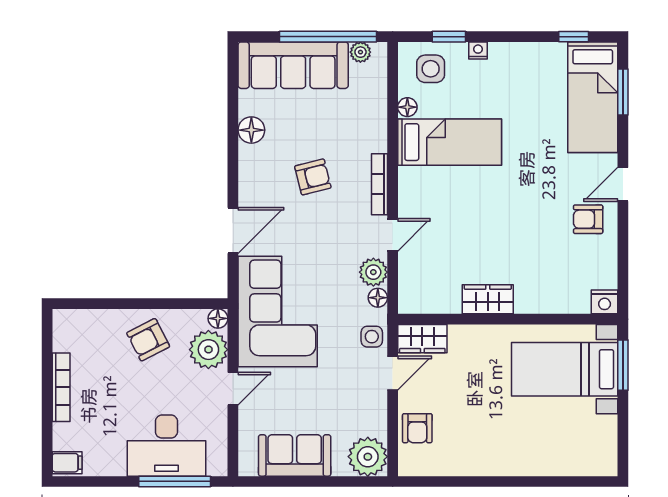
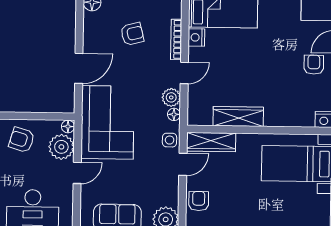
nightstand: (410, 181) -> (196, 37), added
armchair: (588, 219) -> (314, 65), turned 90
wardrobe: (488, 299) -> (238, 116), width x1.50
wardrobe: (422, 339) -> (211, 142), width x1.50
armchair: (148, 340) -> (22, 140), turned 44
armchair: (417, 428) -> (199, 201), turned 180

